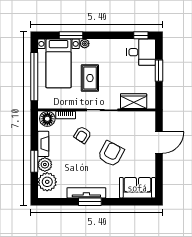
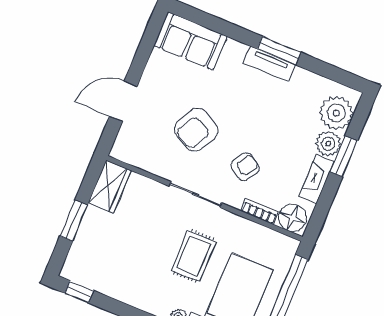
desk: (141, 52) -> (91, 264), removed
wardrobe: (134, 101) -> (110, 187), moved, turned -90
armchair: (111, 154) -> (196, 130), moved
tv unit: (86, 193) -> (270, 64), width x0.71

